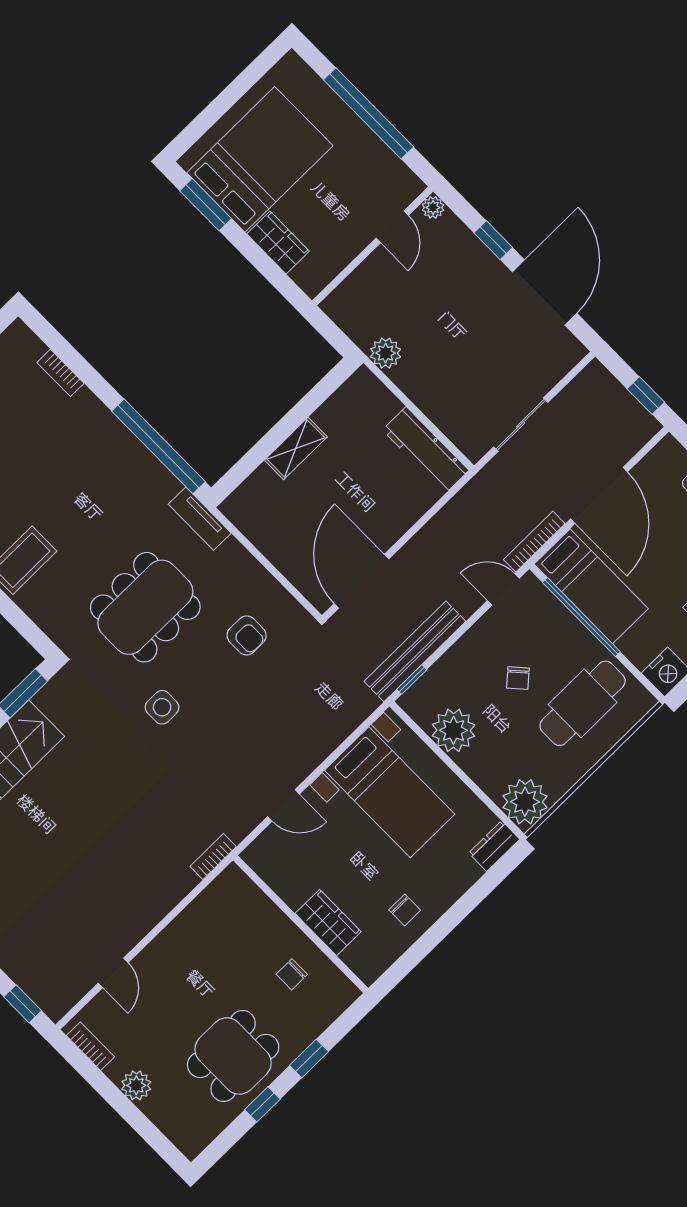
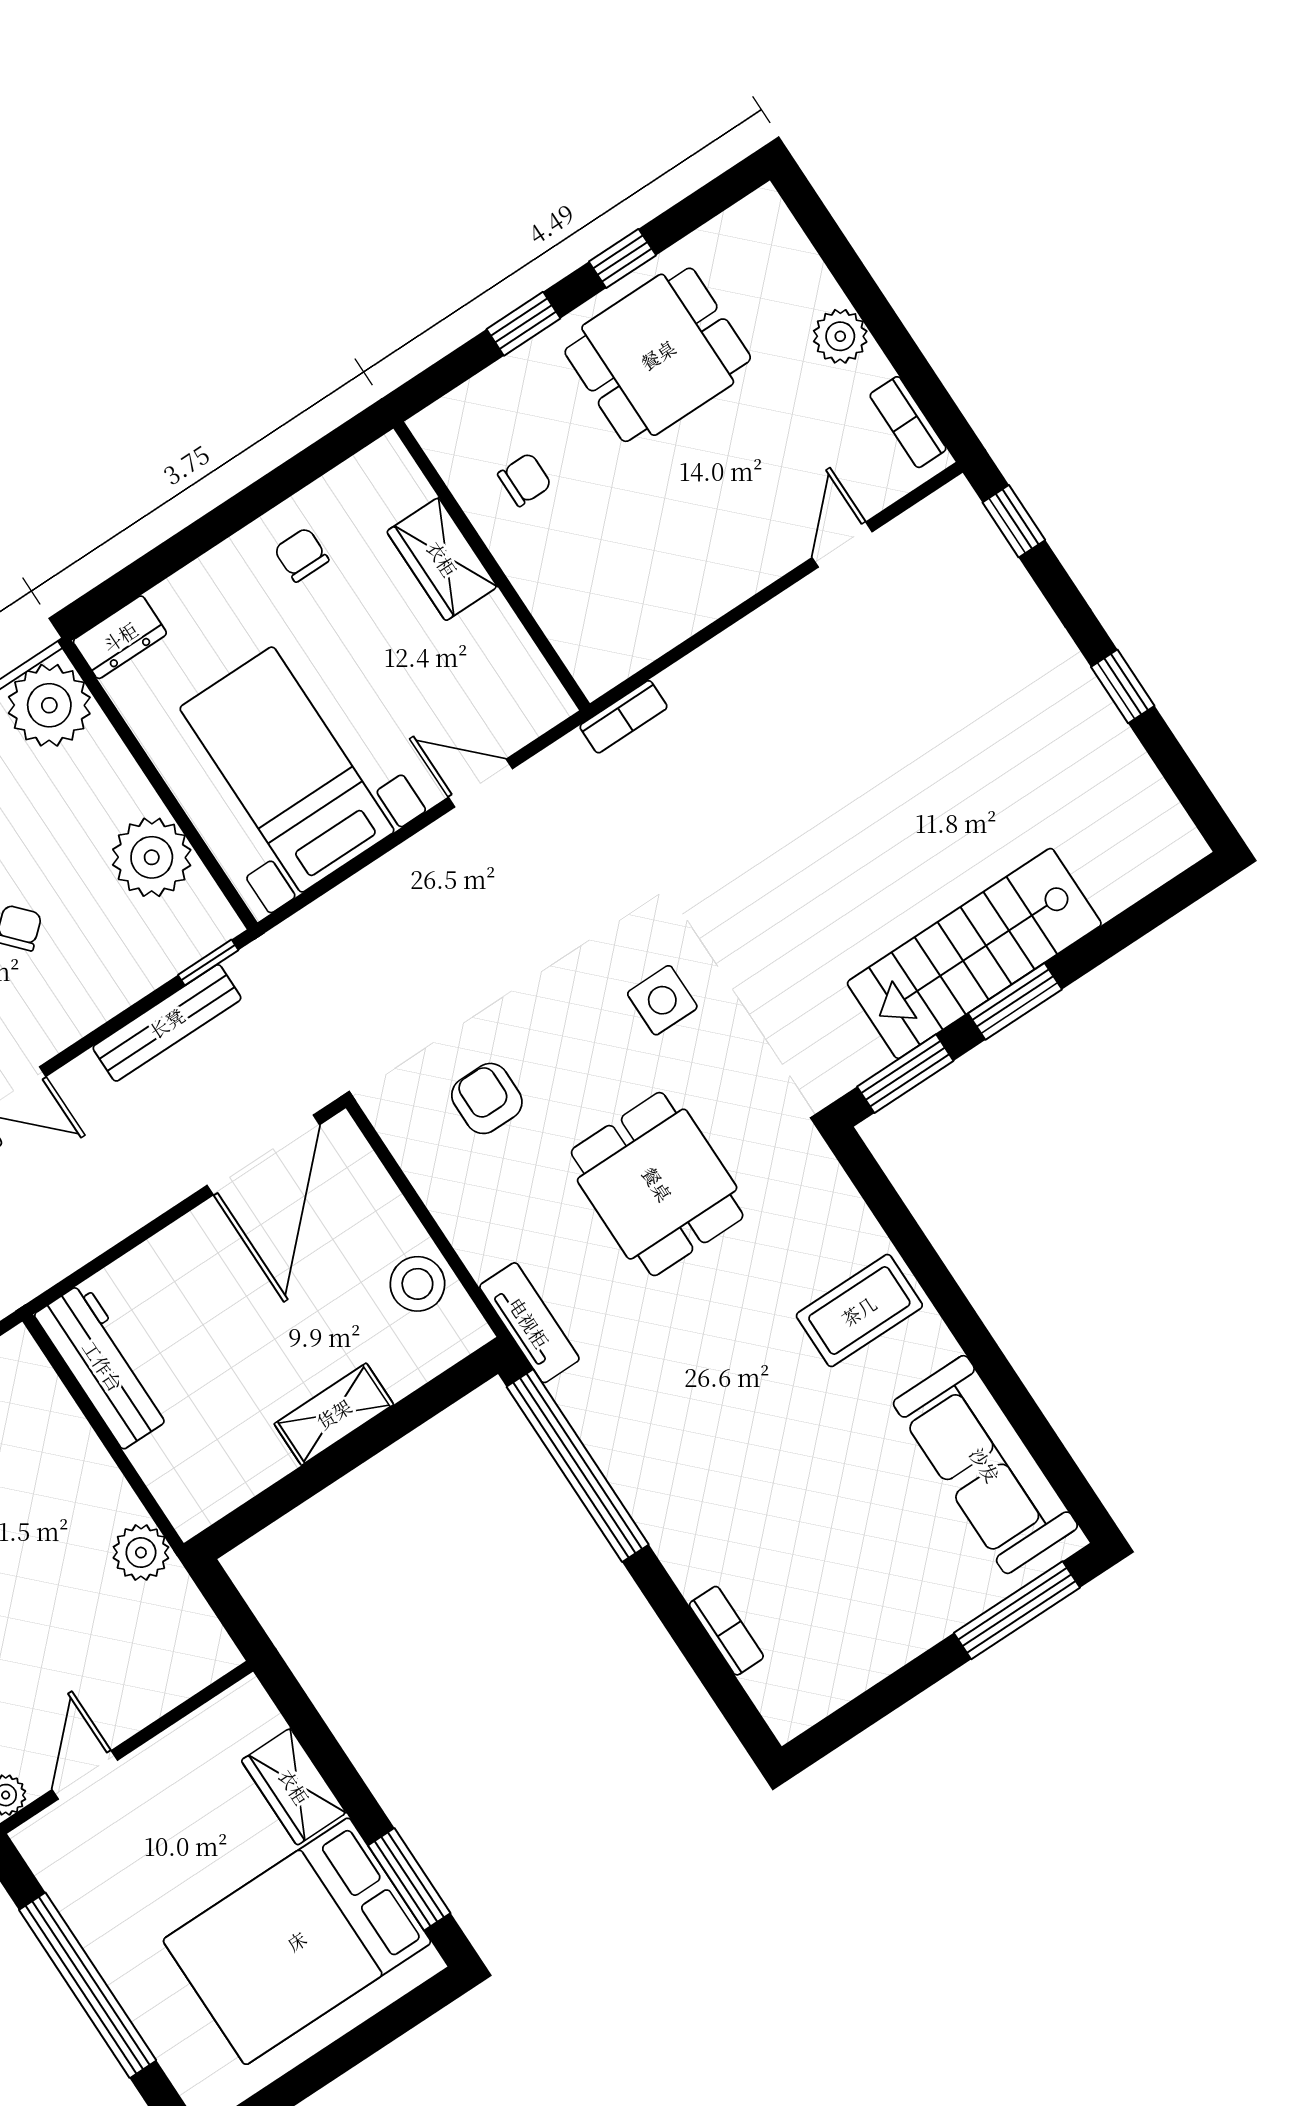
stool: (264, 528) -> (417, 1284), added
dining table: (145, 607) -> (657, 1184), width x0.73
bench: (415, 651) -> (167, 1023), width x0.73, depth x0.82

